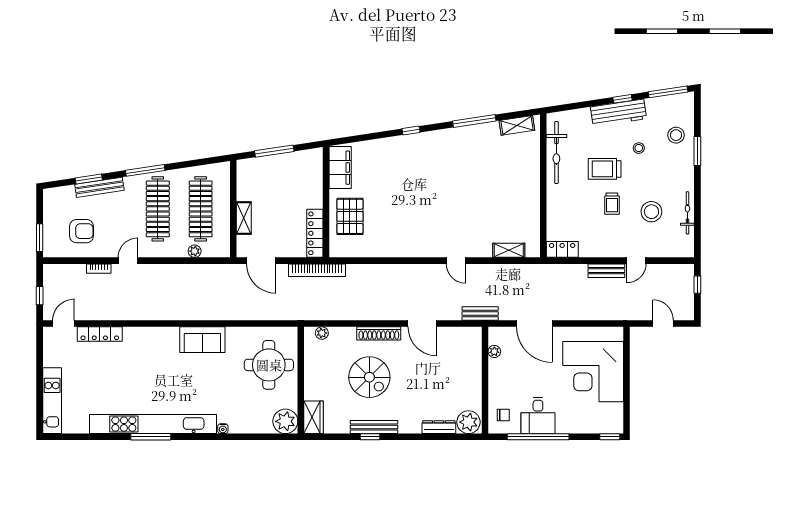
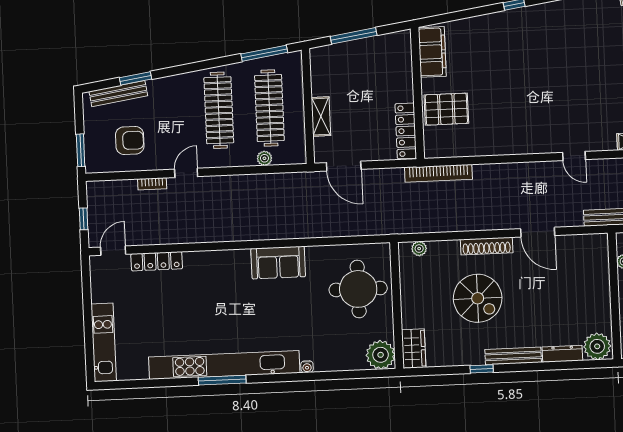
window: (145, 170) -> (264, 53), moved
bench: (99, 187) -> (118, 94), moved
pallet: (350, 216) -> (446, 109), turned 90
bookcase: (317, 270) -> (438, 173), moved
bench: (374, 427) -> (513, 356), moved

